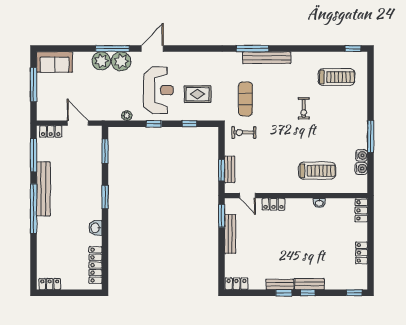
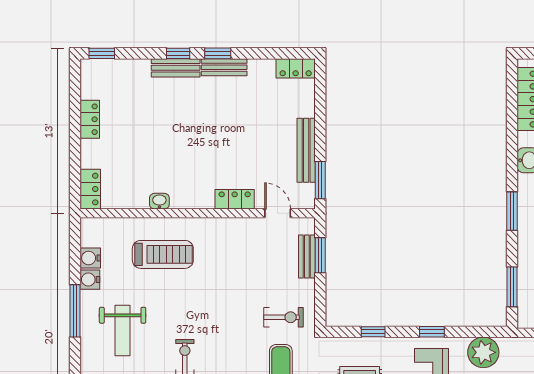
plant: (127, 116) -> (483, 352), width x1.88, depth x1.88
weight bench: (342, 124) -> (123, 330), added
treadmill: (317, 171) -> (163, 254), turned 180

